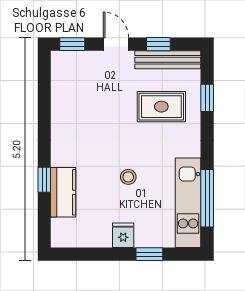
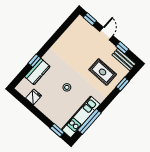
bench: (168, 60) -> (124, 60), width x0.73
fridge: (123, 235) -> (34, 97), moved
window: (149, 254) -> (57, 130), moved

